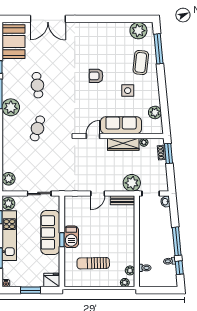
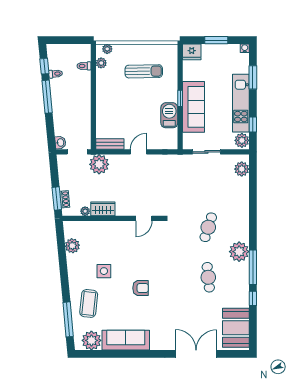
sofa: (121, 125) -> (126, 340), moved, turned 180
wardrobe: (123, 144) -> (103, 209), width x0.67
barbecue: (71, 237) -> (169, 115), moved

